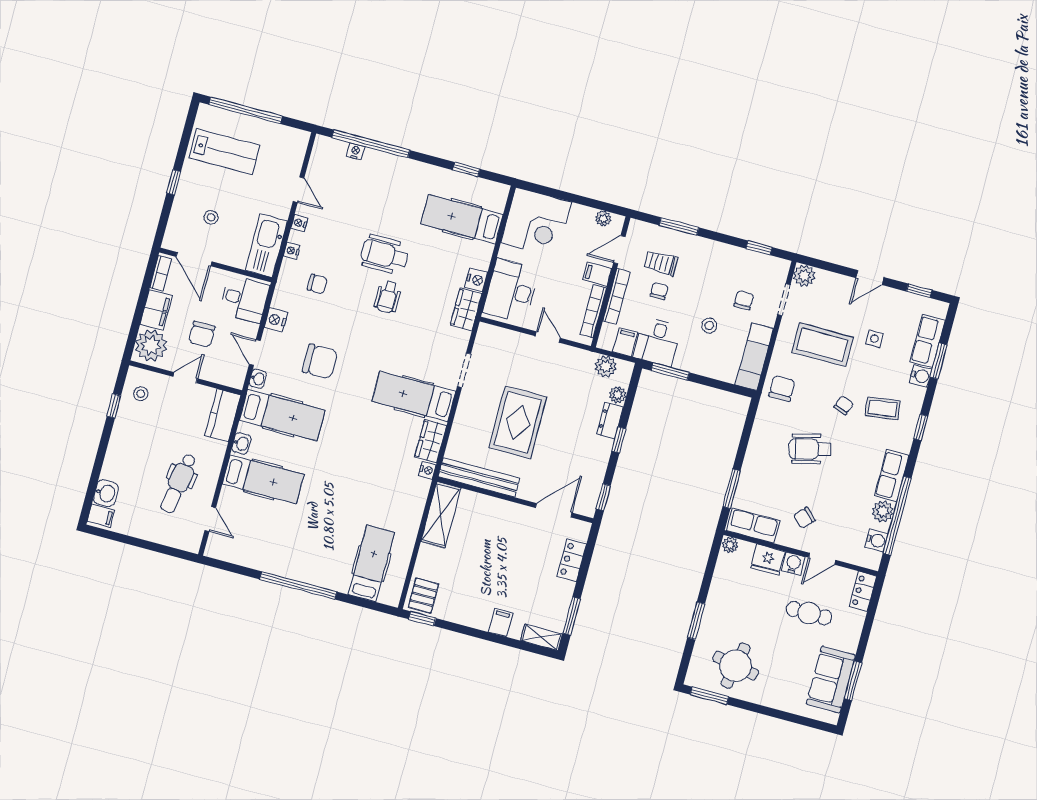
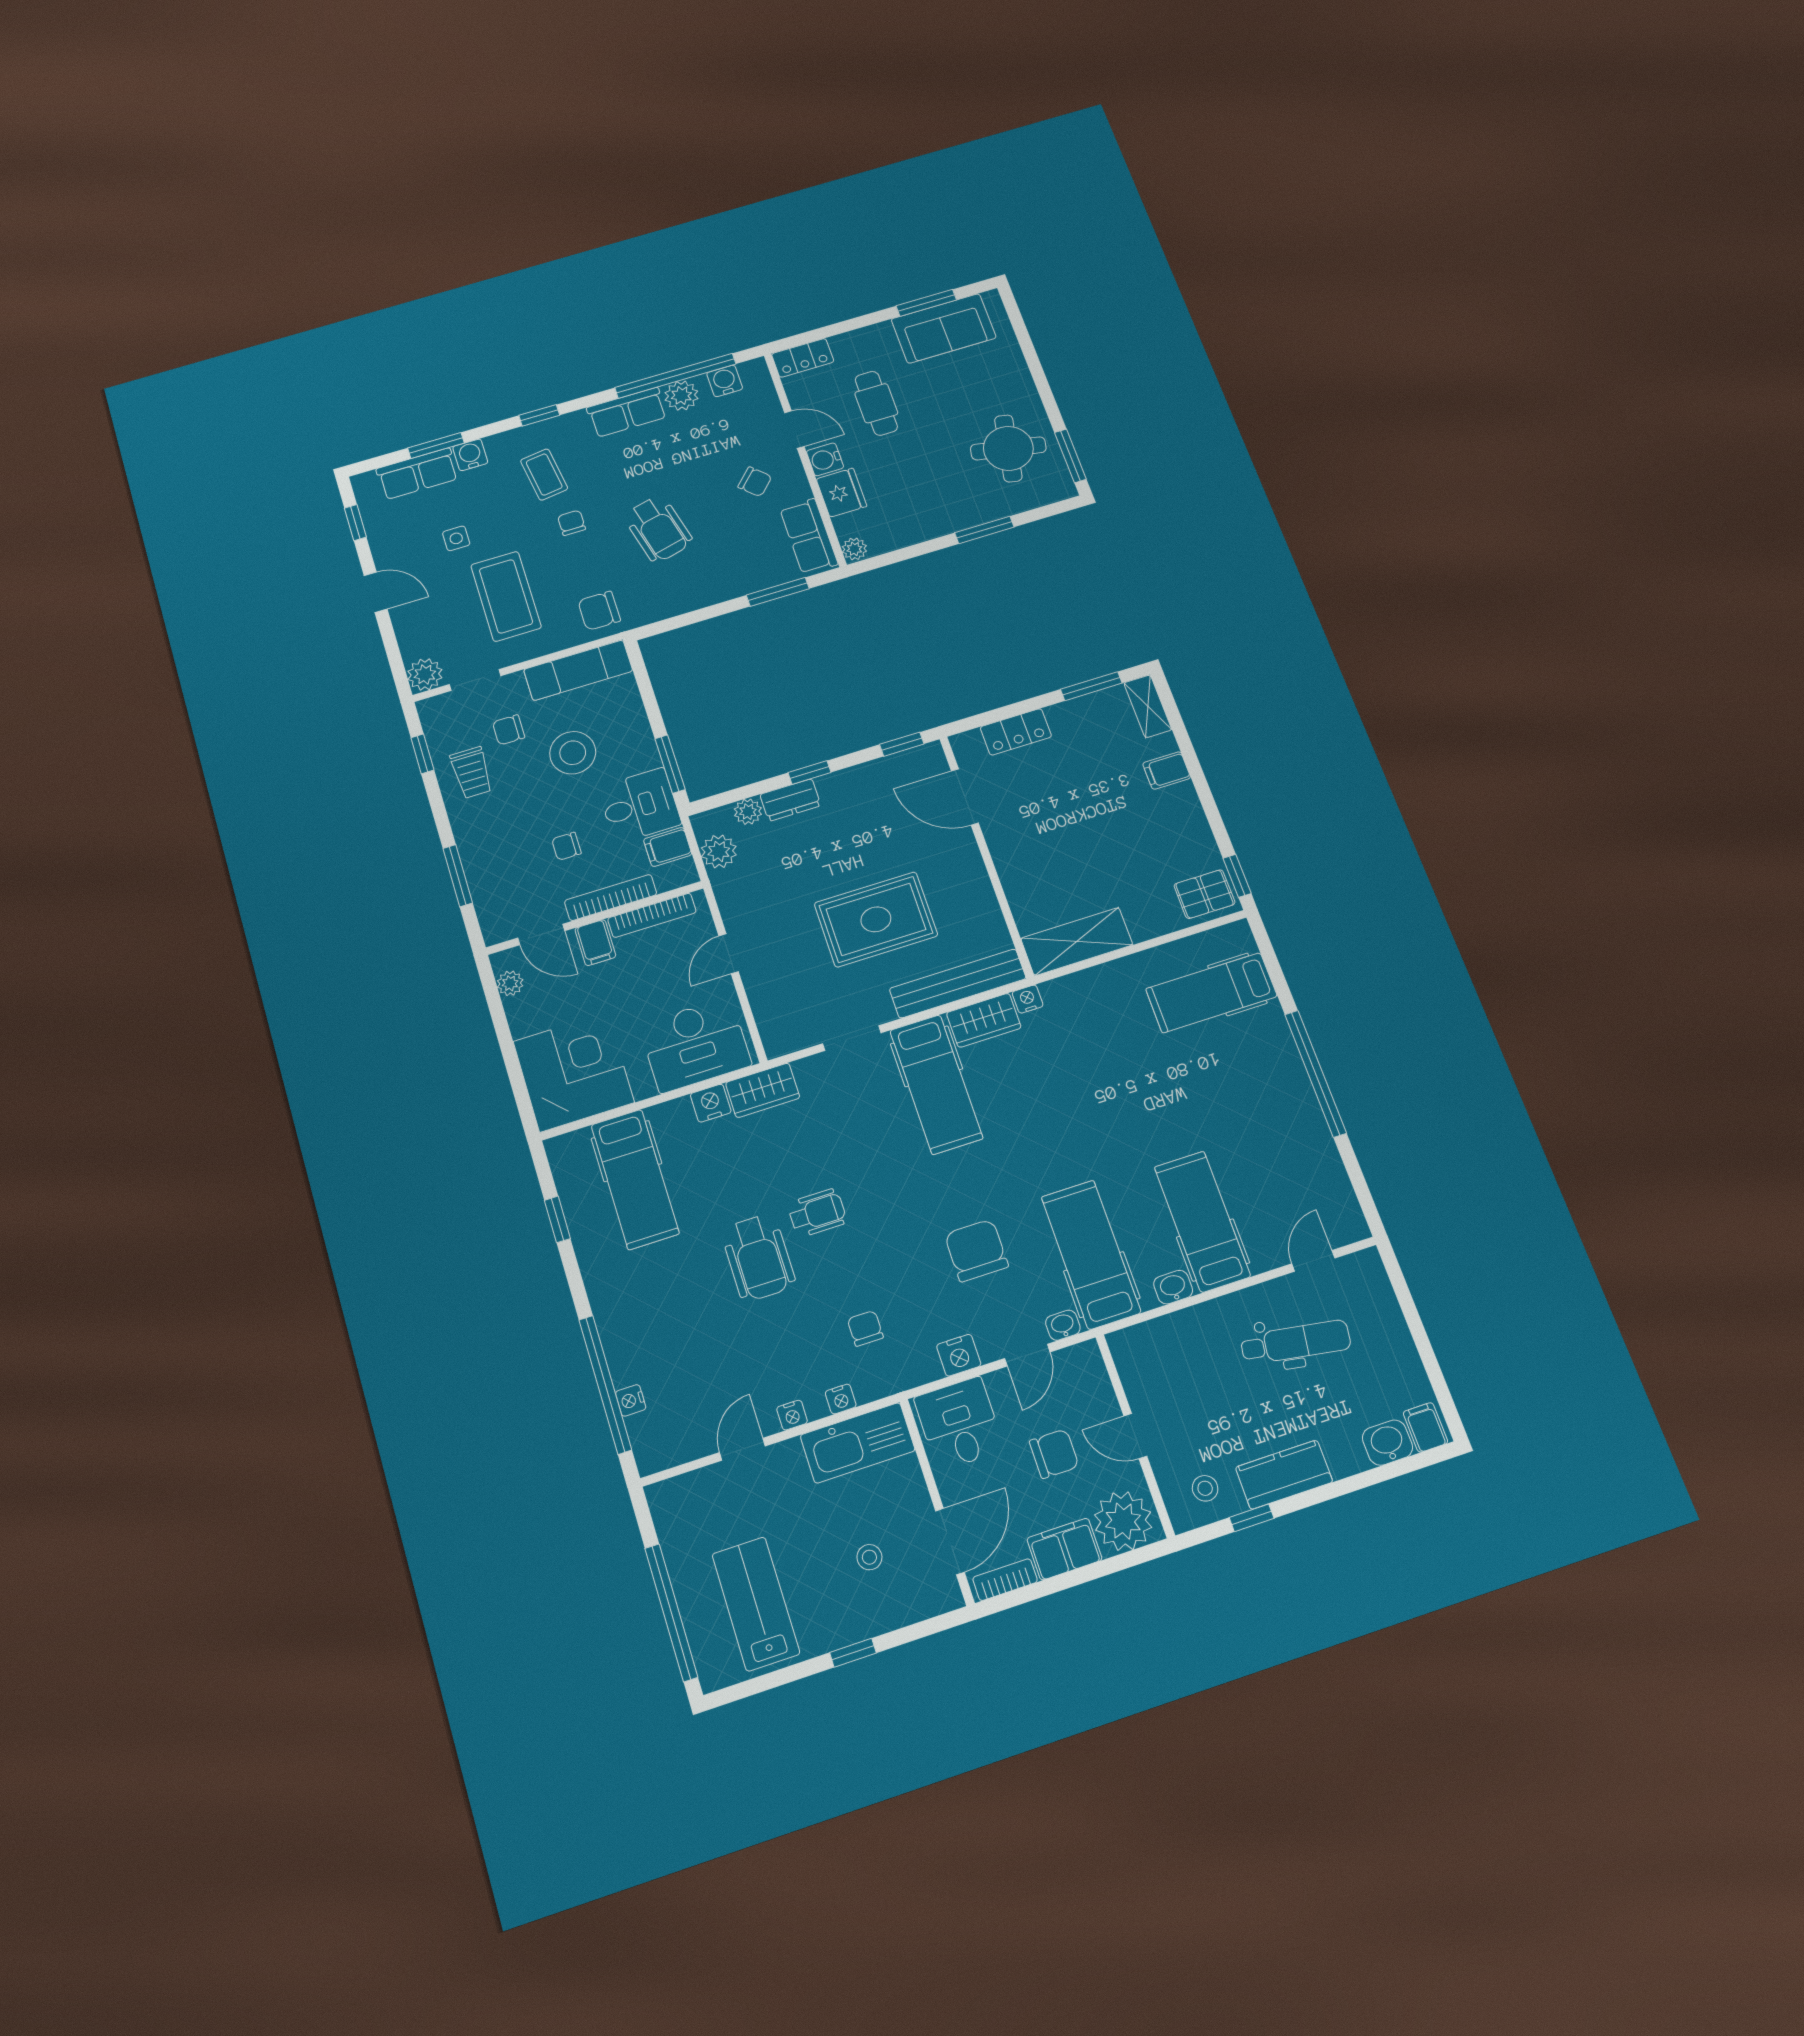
trolley: (661, 263) -> (472, 772), moved
stool: (709, 325) -> (573, 753), width x1.89, depth x1.89
chair: (844, 405) -> (572, 523), turned 70
kitchen counter: (223, 415) -> (1284, 1475), moved, turned 180
bench: (479, 477) -> (958, 984), moved, turned 90

